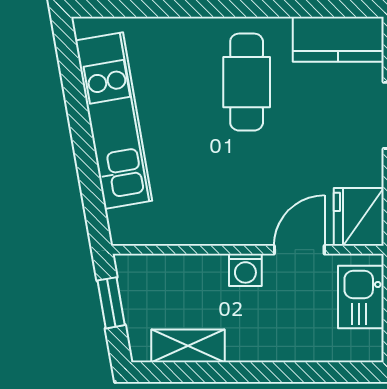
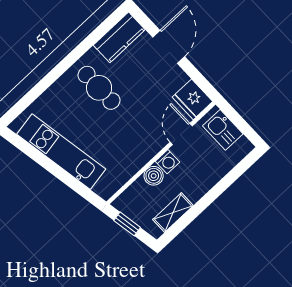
boiler: (208, 271) -> (154, 176), added

